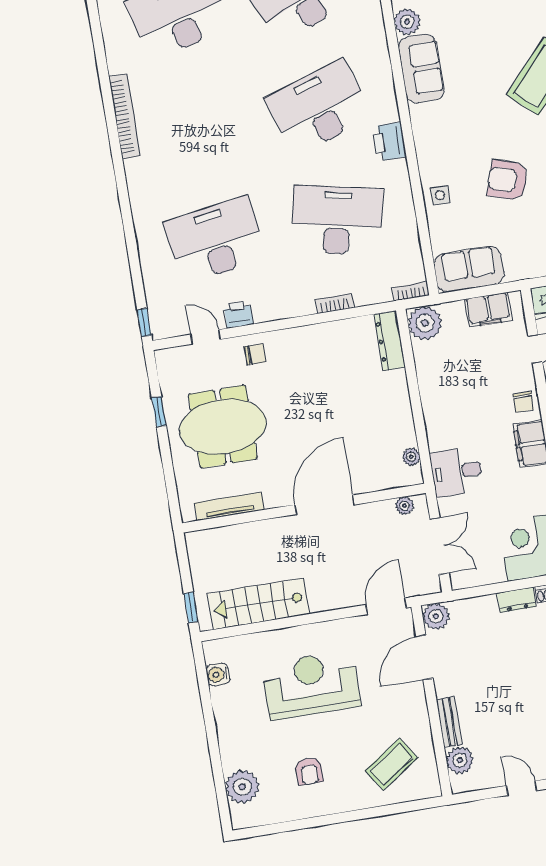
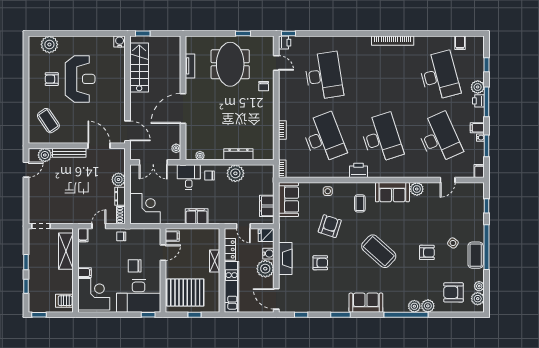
coffee table: (454, 128) -> (360, 203), added
desk: (337, 220) -> (324, 138), turned -33
printer: (239, 315) -> (285, 43), moved
plant: (425, 323) -> (235, 173), moved
door: (205, 337) -> (276, 63), hinge flipped
dresser: (390, 341) -> (238, 154), moved
chair: (523, 402) -> (210, 175), moved
door: (325, 505) -> (183, 109), swing flipped
tv unit: (229, 506) -> (190, 66), width x0.71
plant: (436, 616) -> (118, 180), moved
water cooler: (218, 674) -> (120, 42), moved
reception desk: (311, 685) -> (80, 79), moved
bench: (449, 722) -> (69, 153), width x1.36
door: (521, 788) -> (26, 170), moved

